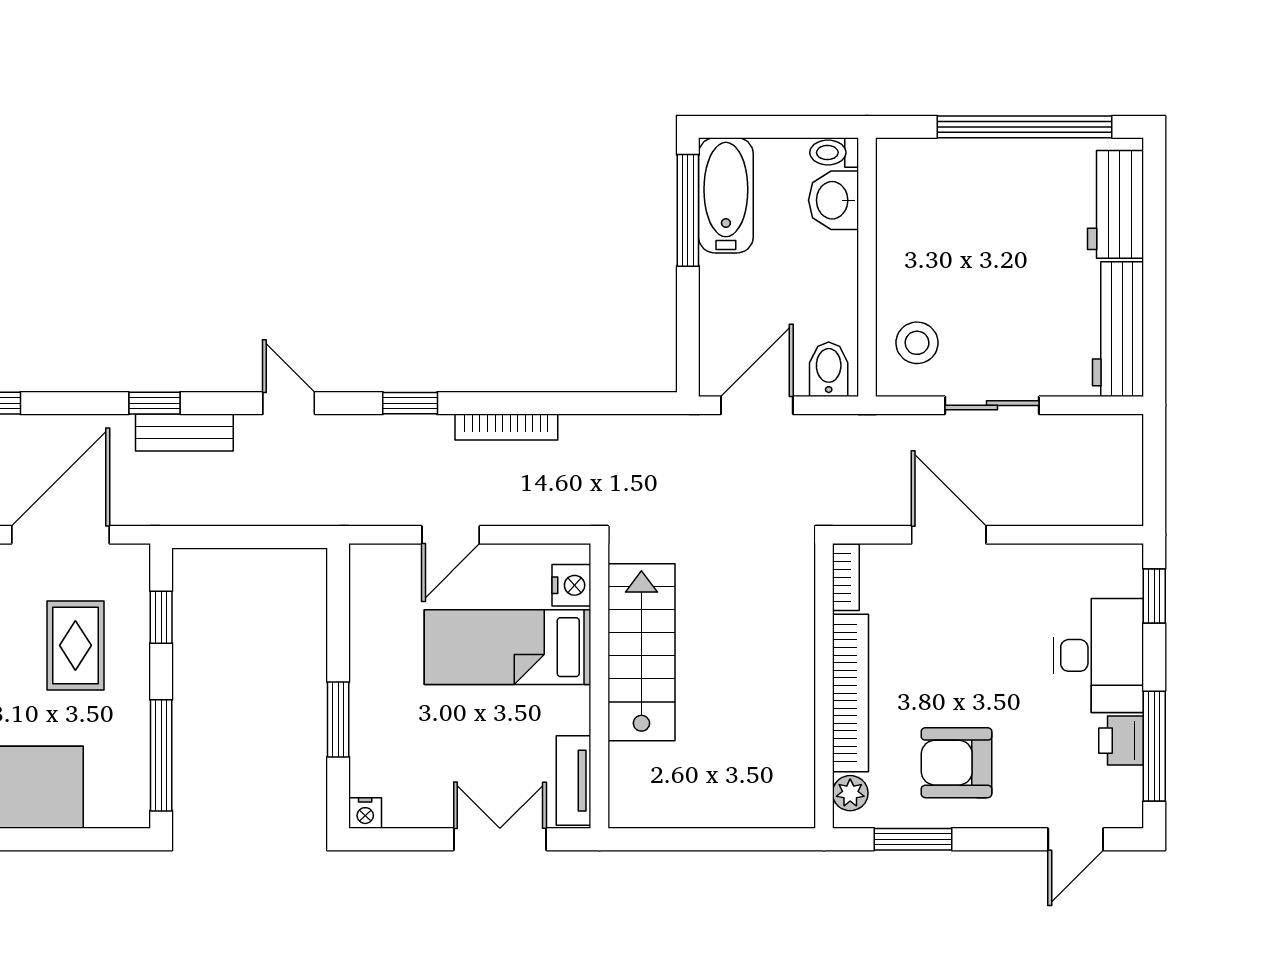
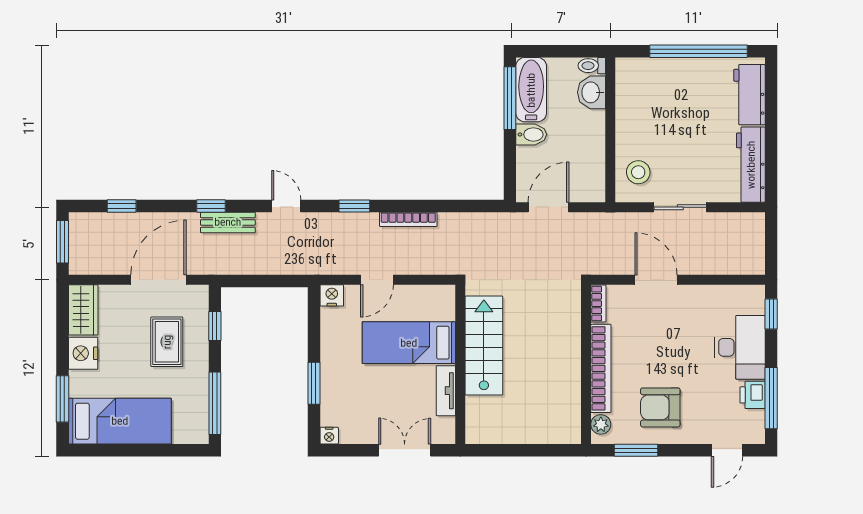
bidet: (829, 369) -> (531, 134), moved, turned 90
nightstand: (571, 585) -> (332, 295), moved, turned -90
tv unit: (574, 781) -> (446, 391), moved

